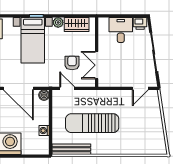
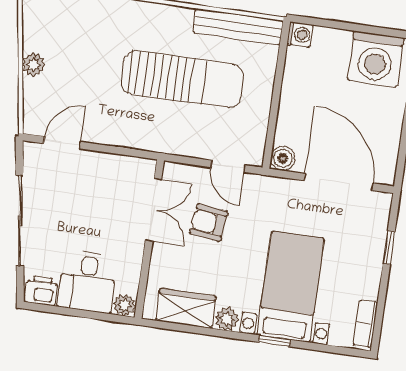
plant: (103, 22) -> (124, 305), added
armchair: (72, 63) -> (209, 222), turned 97
plant: (157, 120) -> (33, 65), added
washing machine: (44, 131) -> (300, 35), moved

